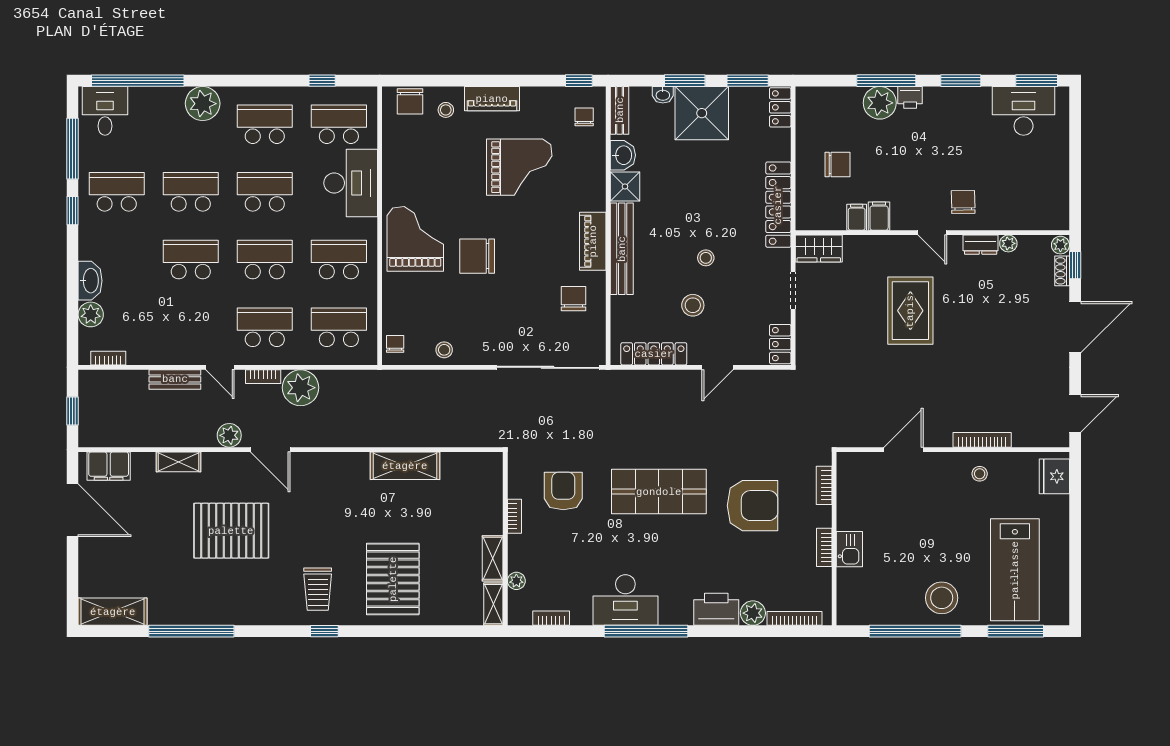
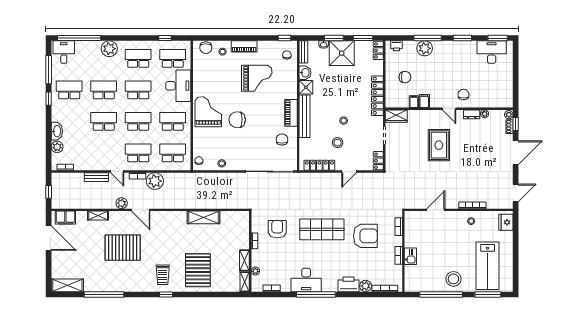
printer: (910, 97) -> (397, 46), moved

